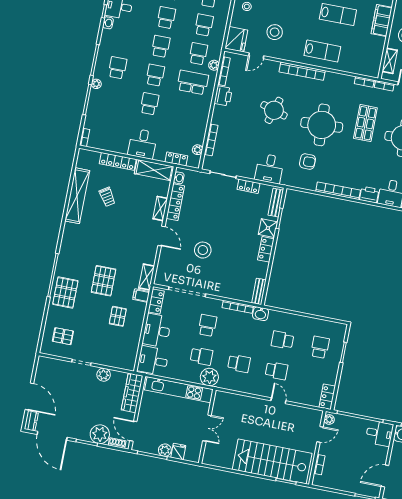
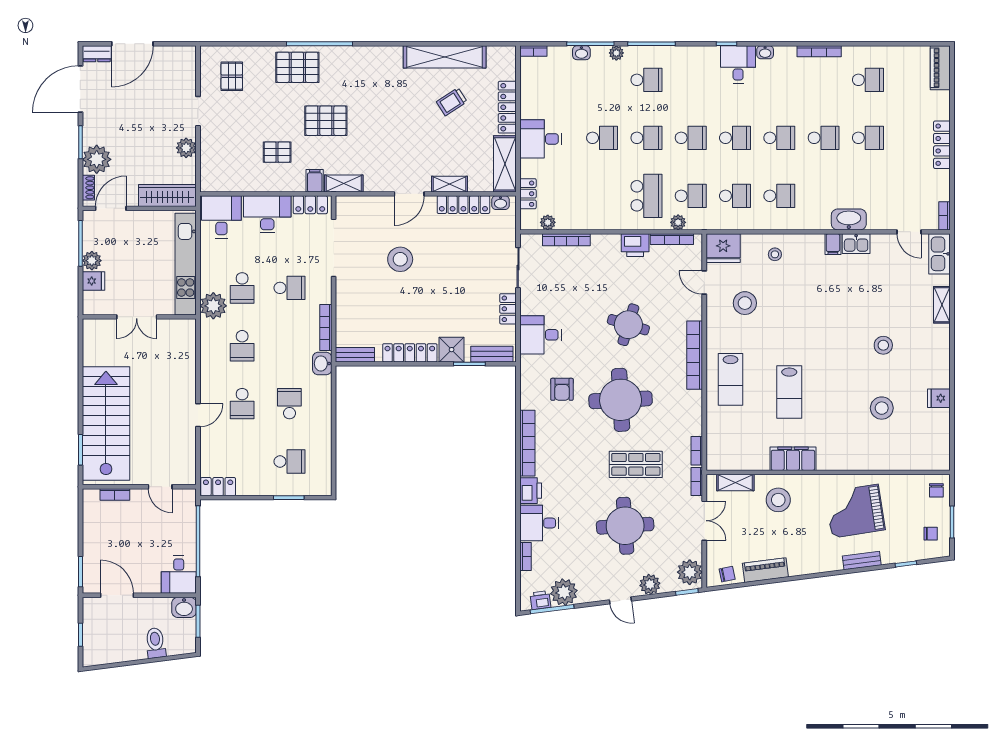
washbasin: (108, 23) -> (581, 53), moved
locker: (266, 249) -> (410, 353), width x1.53
plant: (329, 419) -> (185, 496), removed

